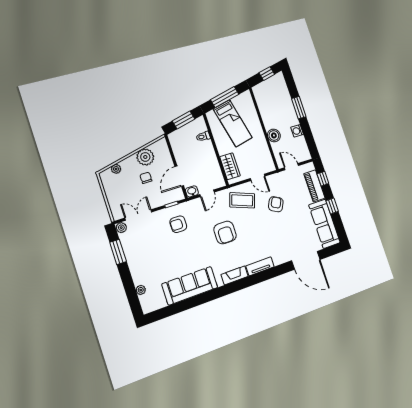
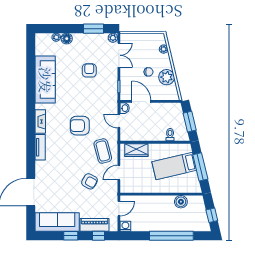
window: (299, 108) -> (171, 236), width x2.11
washing machine: (297, 131) -> (125, 226), moved
boiler: (274, 135) -> (181, 202), moved
coffee table: (242, 200) -> (103, 151), turned -35
armchair: (178, 224) -> (89, 70), moved
floor lamp: (138, 278) -> (67, 39), added

